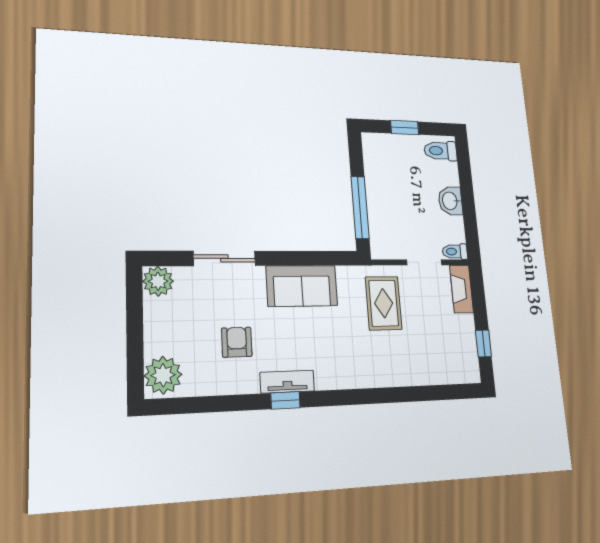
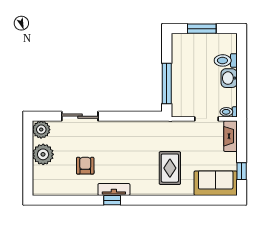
window: (405, 128) -> (202, 29), width x1.50
toilet: (440, 151) -> (226, 60), moved
sofa: (302, 286) -> (216, 183), moved, turned 180
rug: (384, 303) -> (170, 168), moved
plant: (163, 375) -> (43, 154), moved

